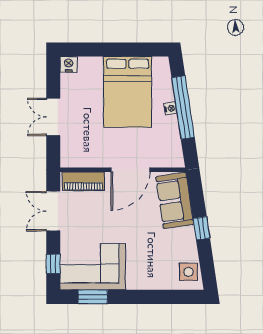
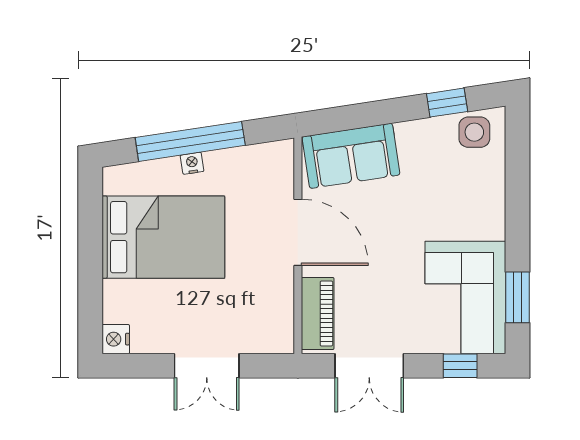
window: (201, 228) -> (447, 103), moved

